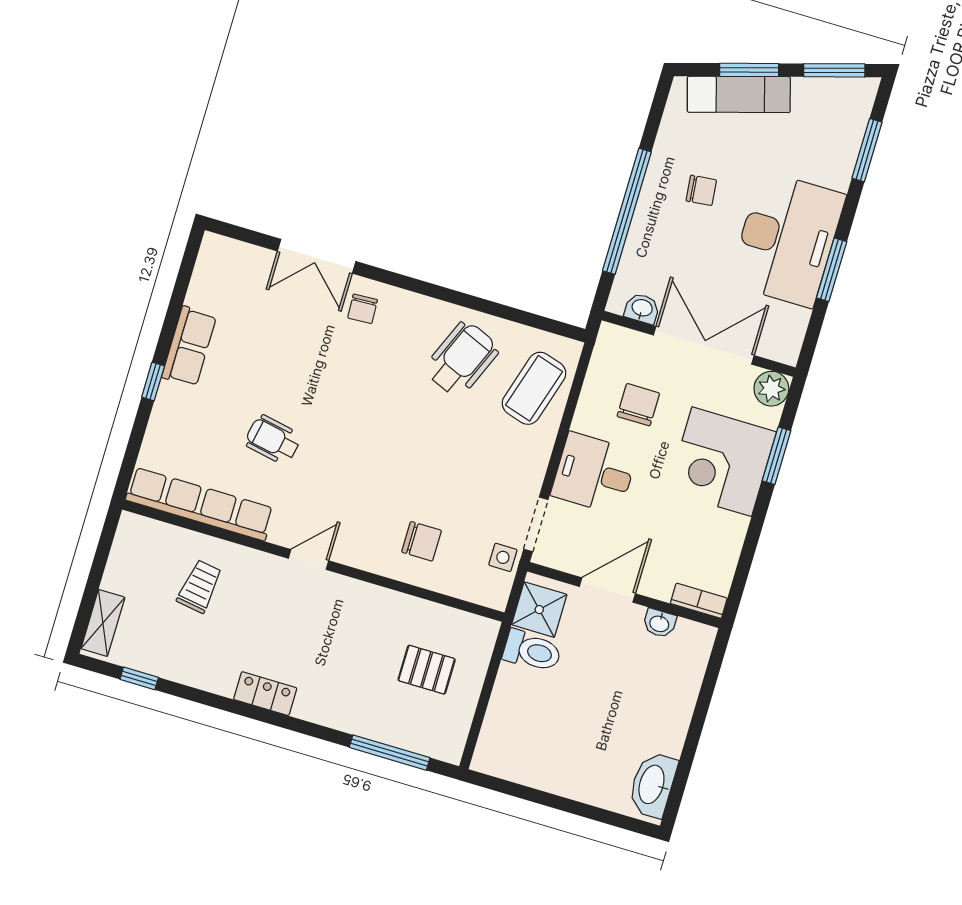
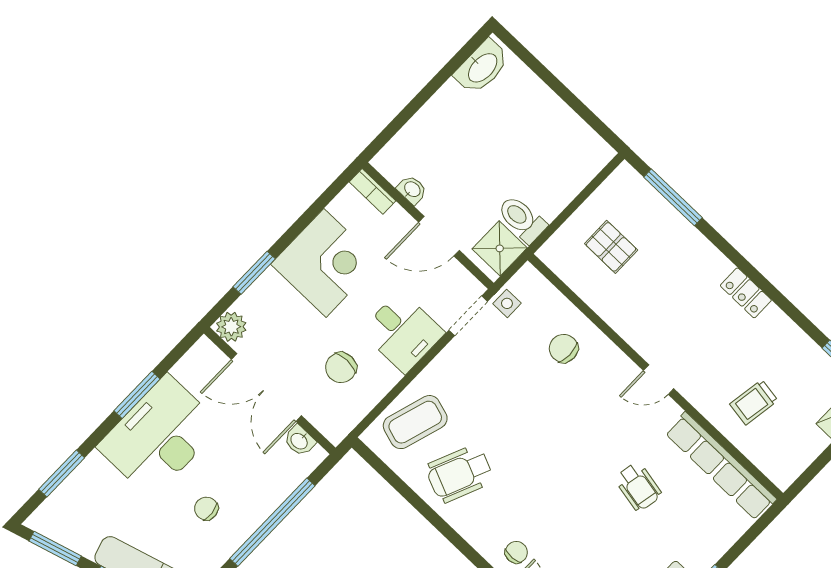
corner desk: (722, 462) -> (325, 263), moved

